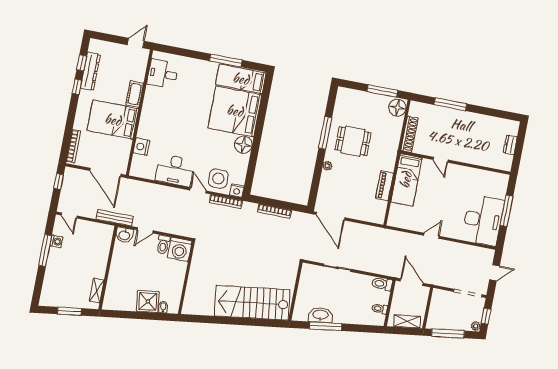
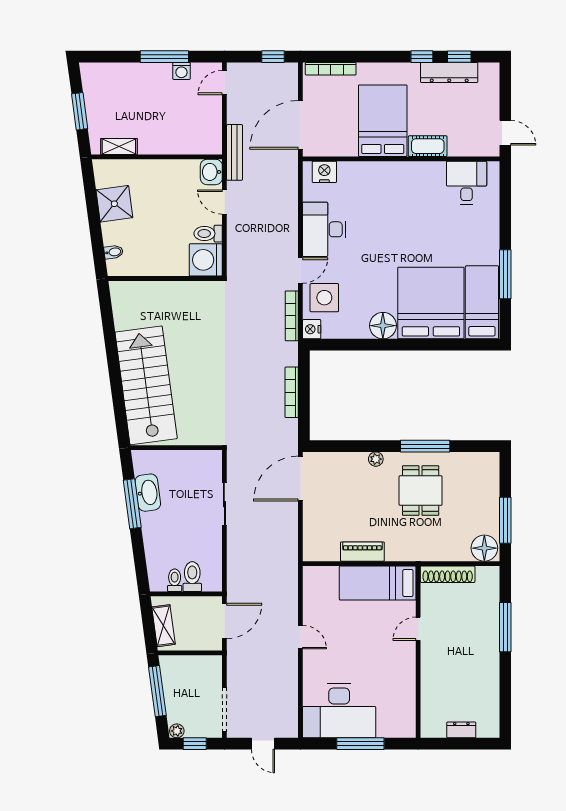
nightstand: (141, 147) -> (324, 172), moved
toilet: (382, 284) -> (192, 577), moved
shower: (148, 301) -> (114, 204), moved

